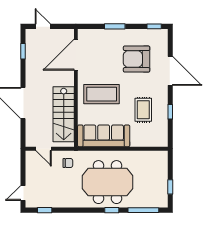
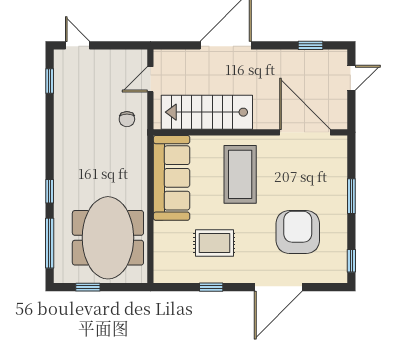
meeting table: (107, 182) -> (108, 238), moved

